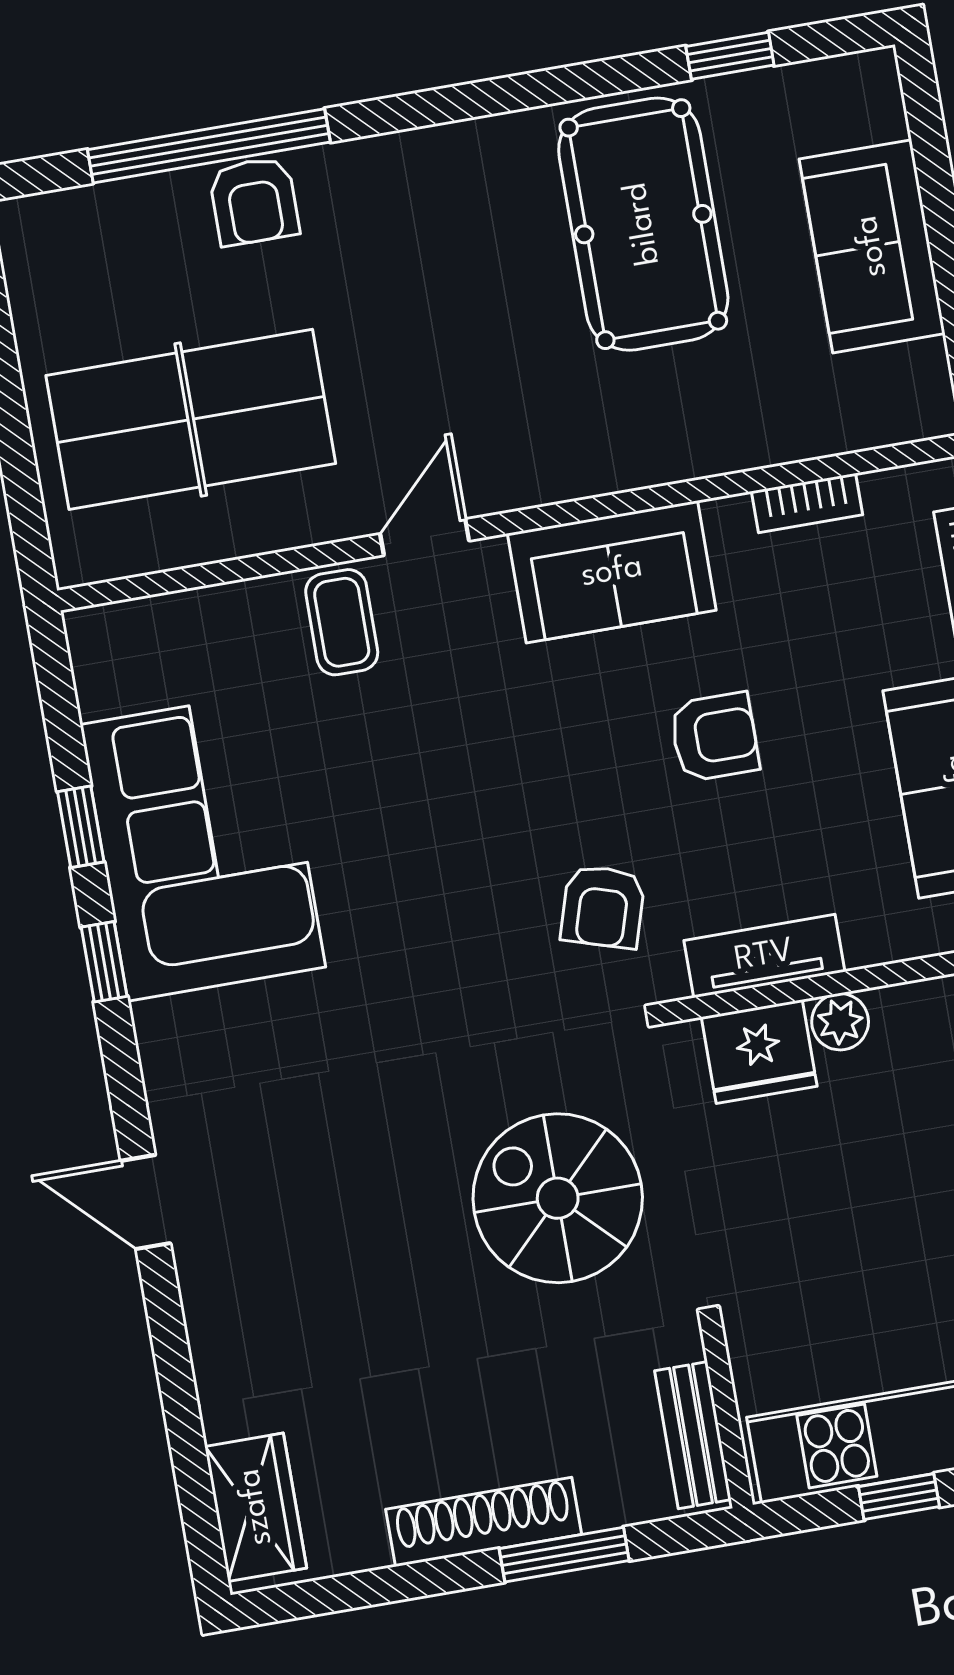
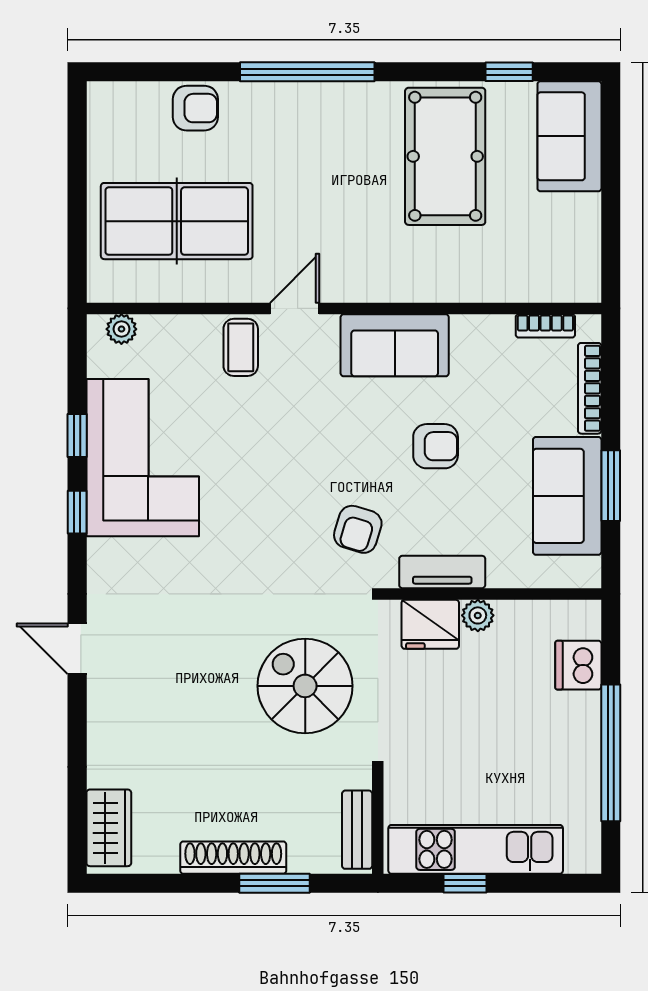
window: (209, 146) -> (307, 72), moved
armchair: (254, 201) -> (195, 108), moved, turned -90
sofa: (872, 246) -> (569, 136), moved
bookcase: (807, 503) -> (545, 326), moved
plant: (126, 626) -> (121, 329), added

